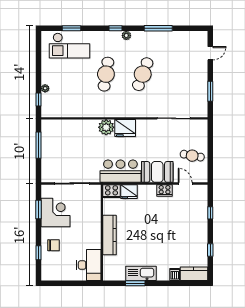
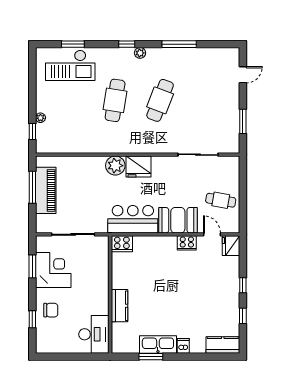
piano: (49, 148) -> (46, 190), added
fridge: (129, 192) -> (231, 246), moved, turned 90
window: (210, 213) -> (243, 285), moved
kitchen counter: (110, 235) -> (120, 306), width x0.67
dishwasher: (175, 274) -> (183, 346), moved

